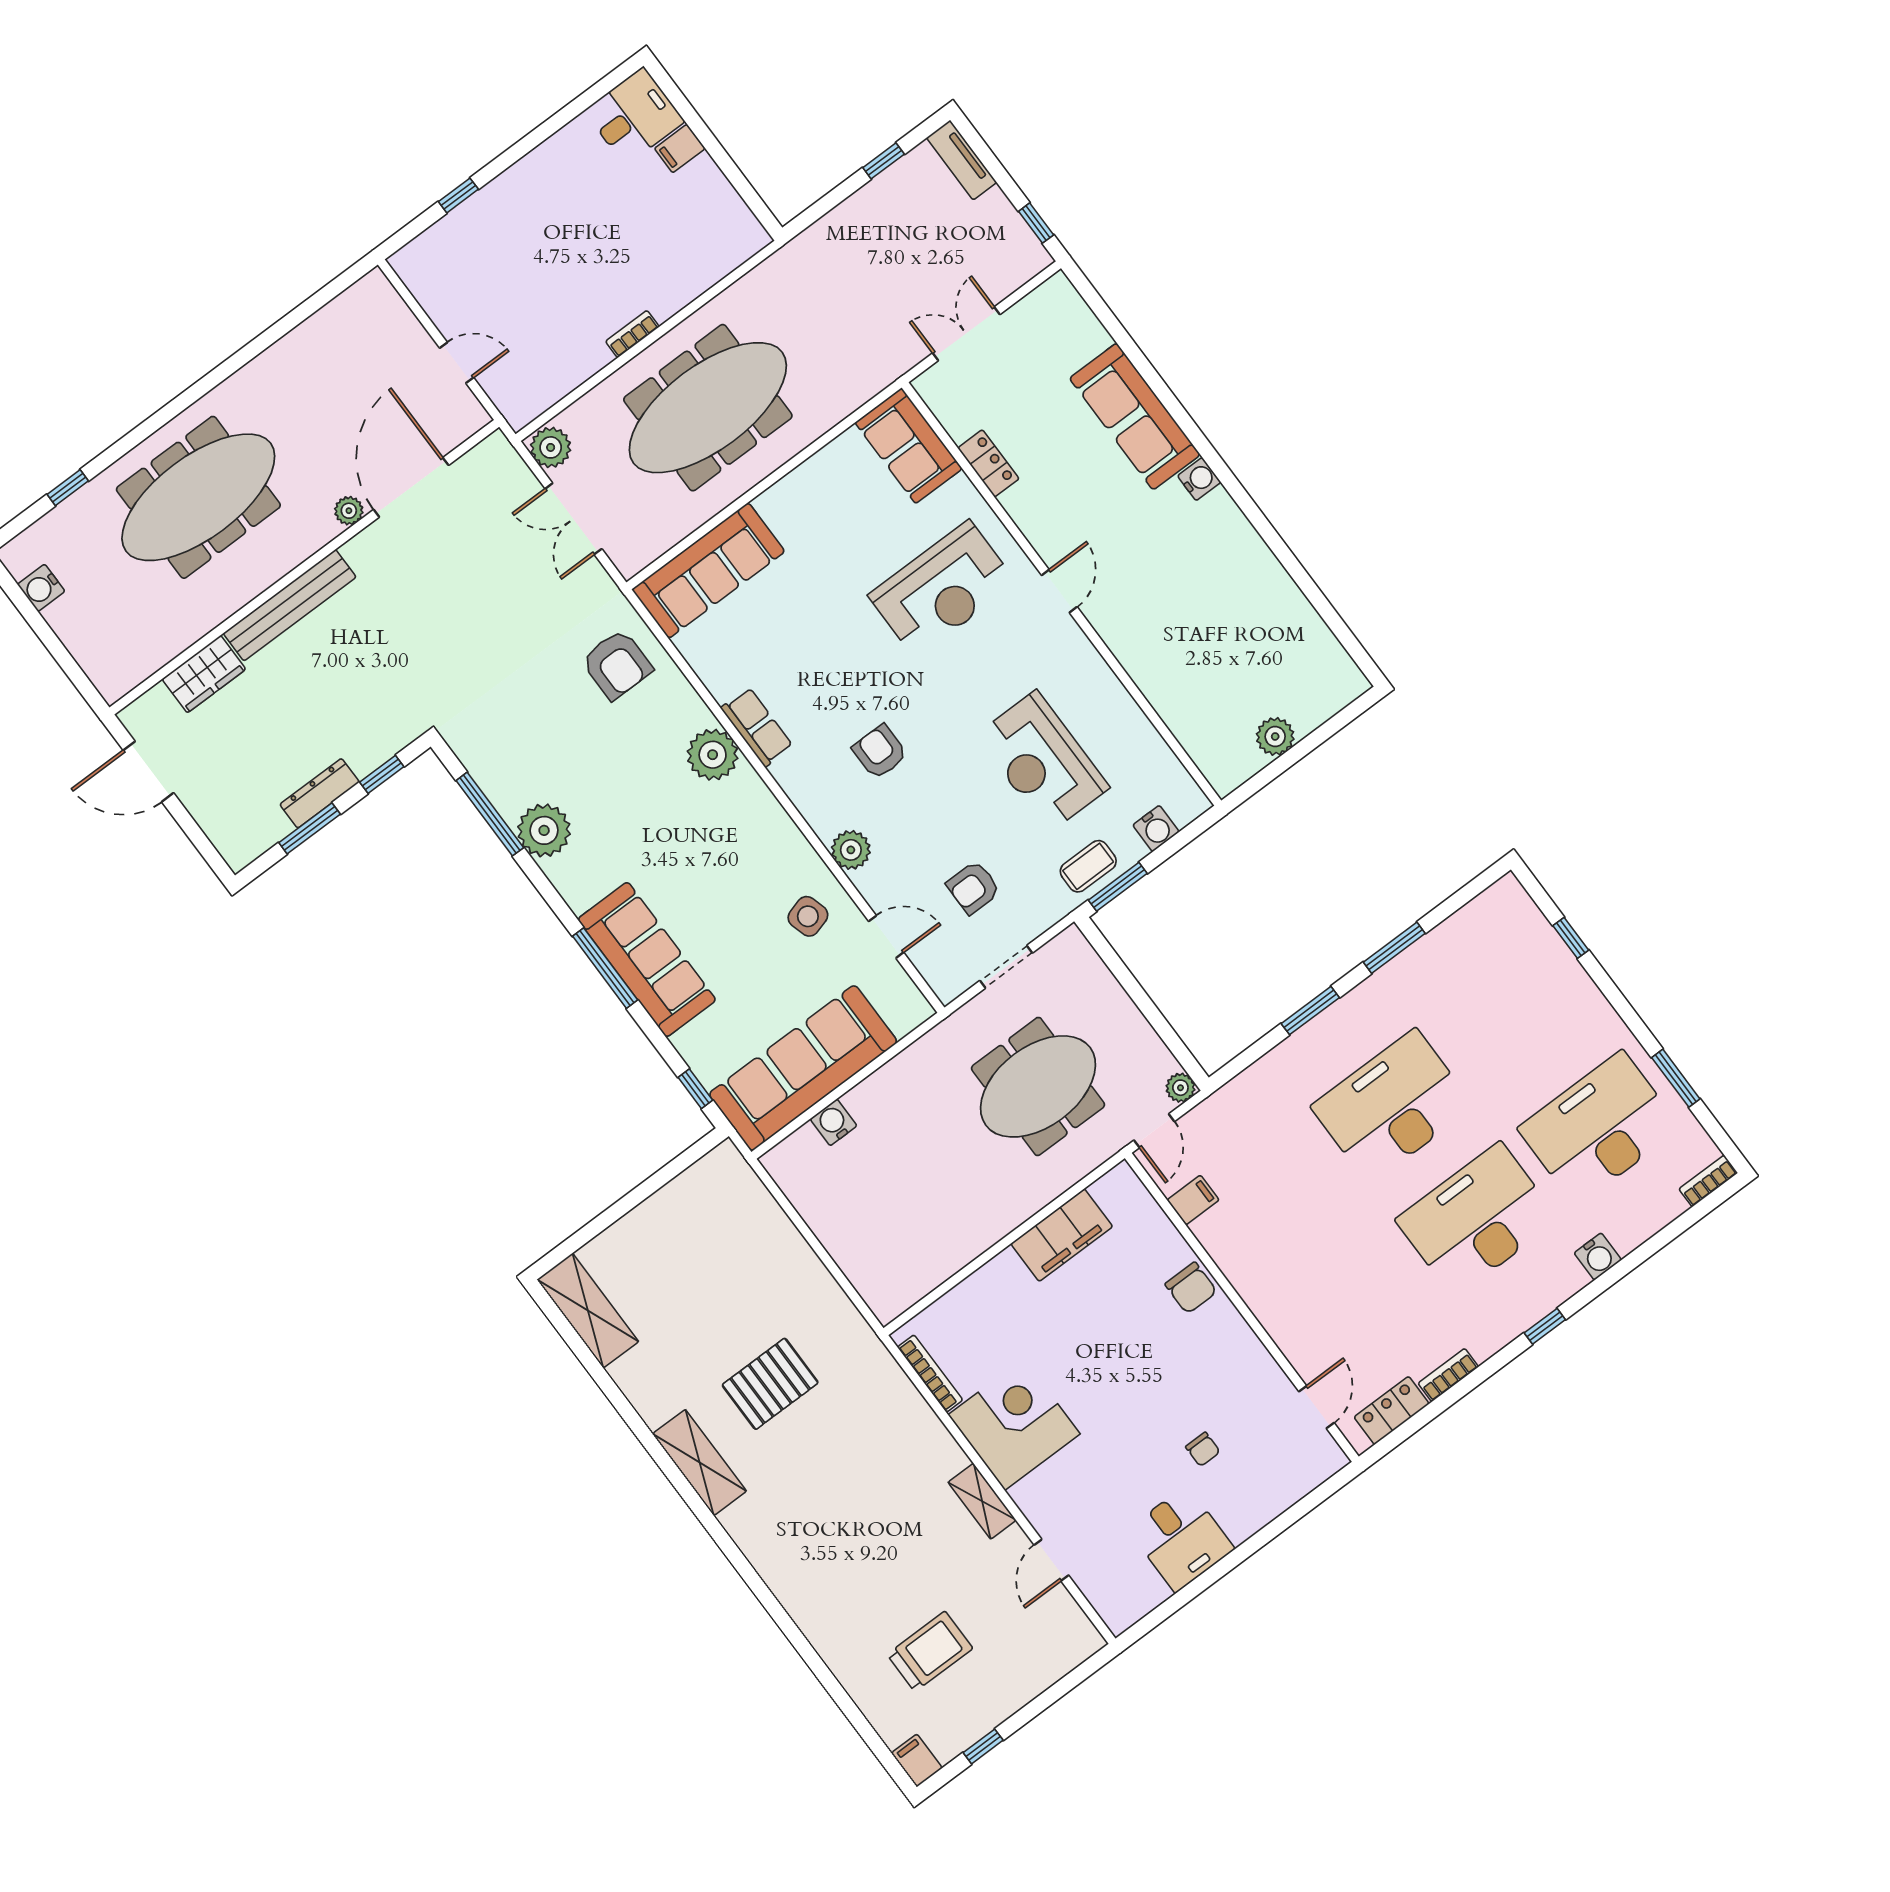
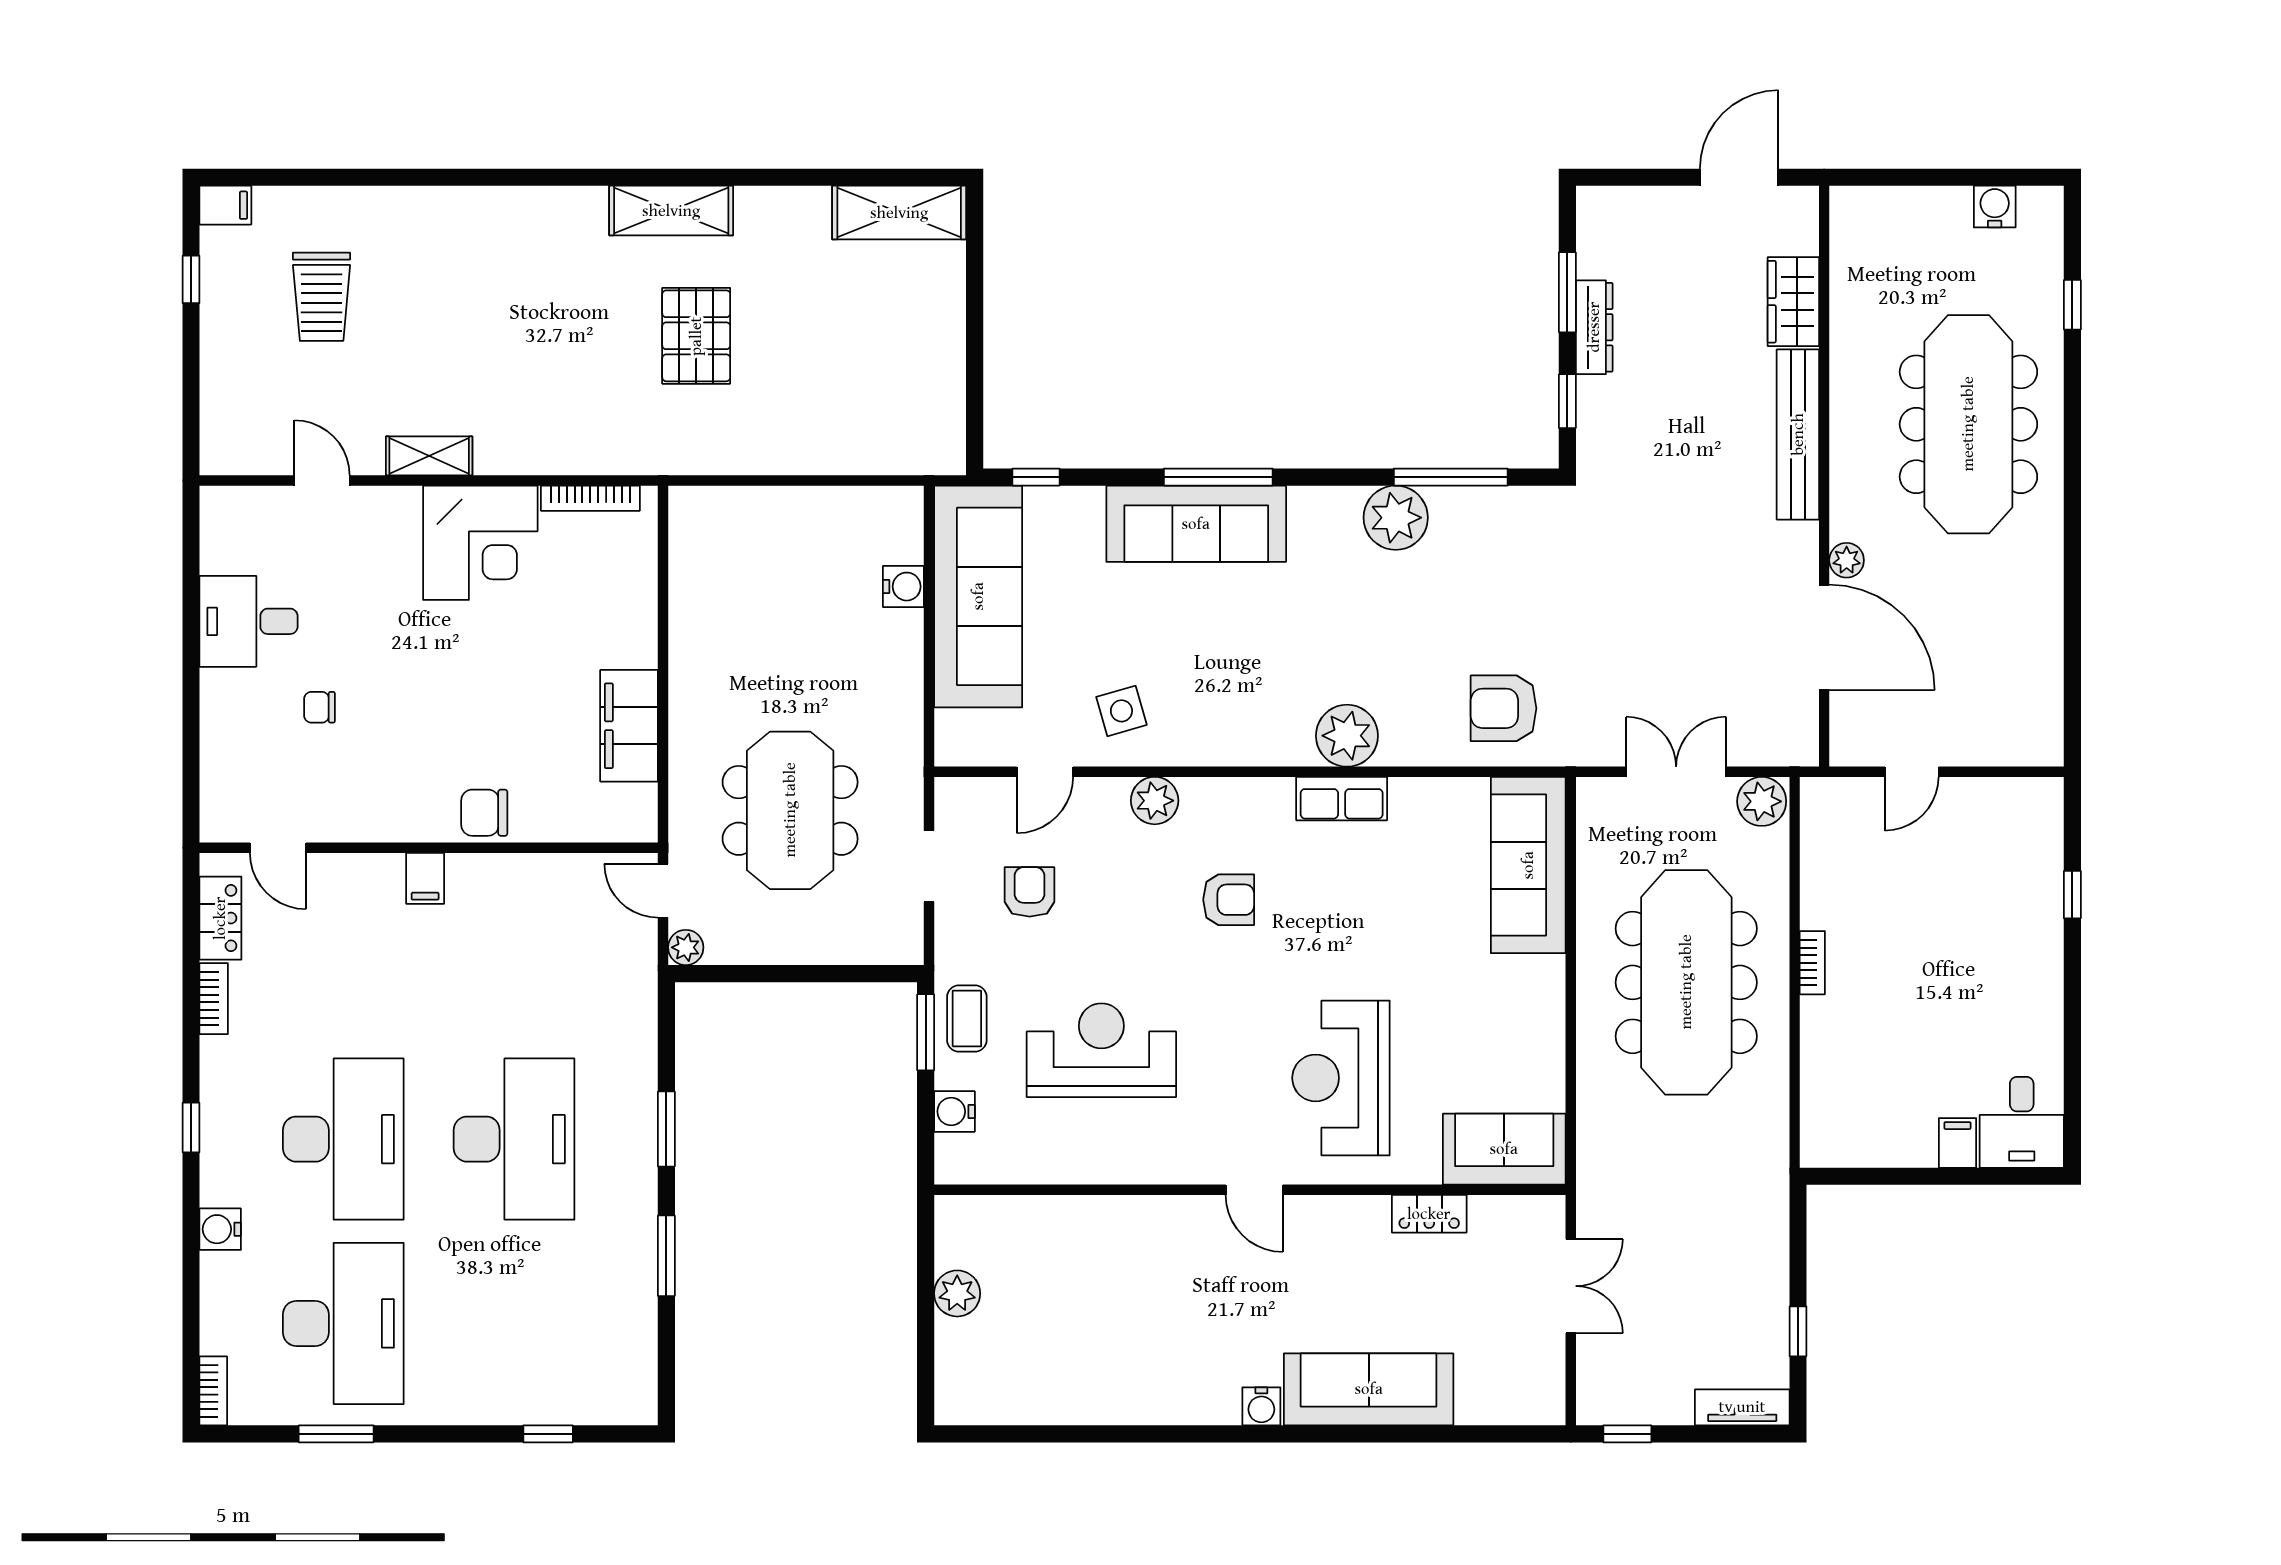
filing cabinet: (1193, 1200) -> (425, 878), moved

